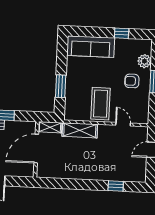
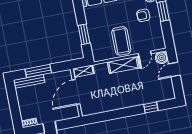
door: (123, 124) -> (145, 54), swing flipped
shelving: (80, 130) -> (123, 65), moved
boiler: (141, 133) -> (162, 58), added

